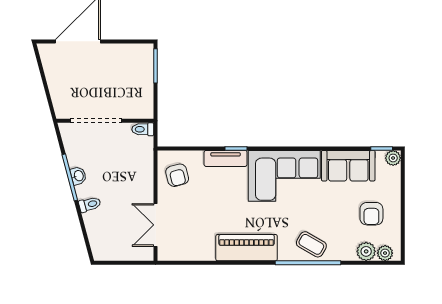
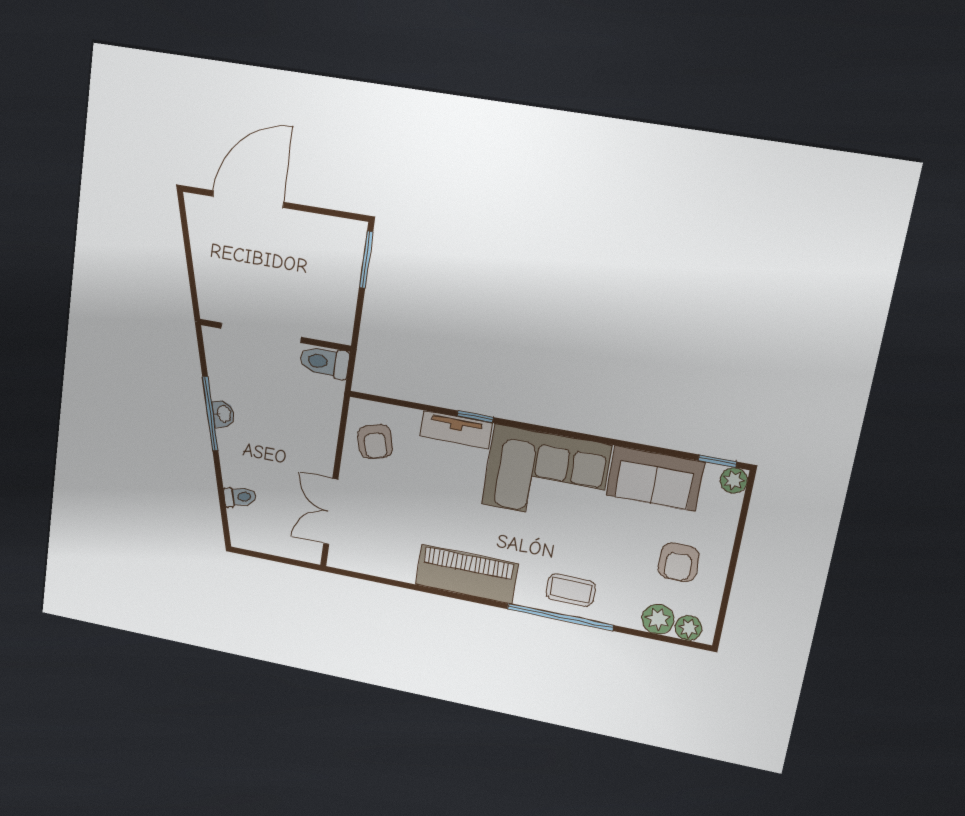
toilet: (143, 129) -> (324, 362), width x1.37, depth x1.39
toilet: (90, 204) -> (240, 497), moved
coffee table: (311, 244) -> (571, 590), turned -30

